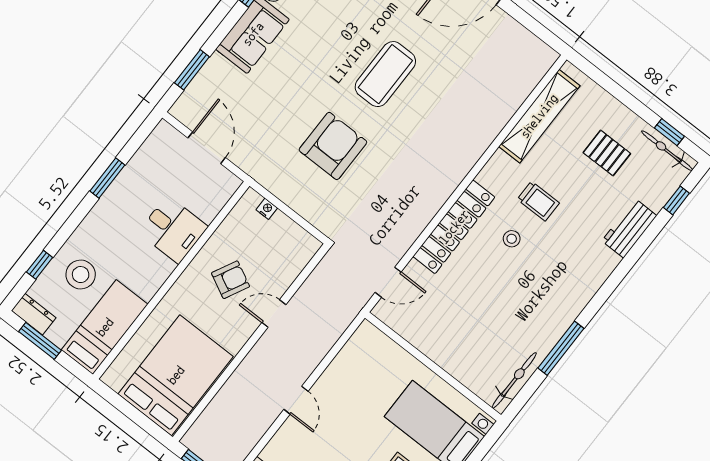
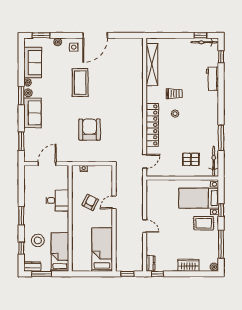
coffee table: (385, 74) -> (80, 83), moved
door: (207, 148) -> (47, 164), hinge flipped
pallet: (607, 153) -> (191, 159), moved
window: (107, 178) -> (21, 216), moved
bed: (176, 375) -> (102, 250), width x0.67

